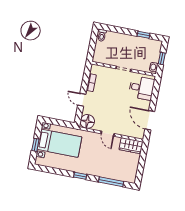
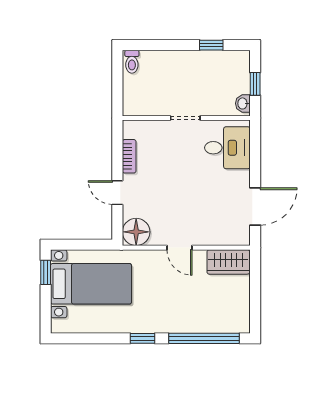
door: (150, 120) -> (255, 206), swing flipped
window: (35, 145) -> (46, 272), moved
window: (111, 182) -> (204, 338), width x1.46

